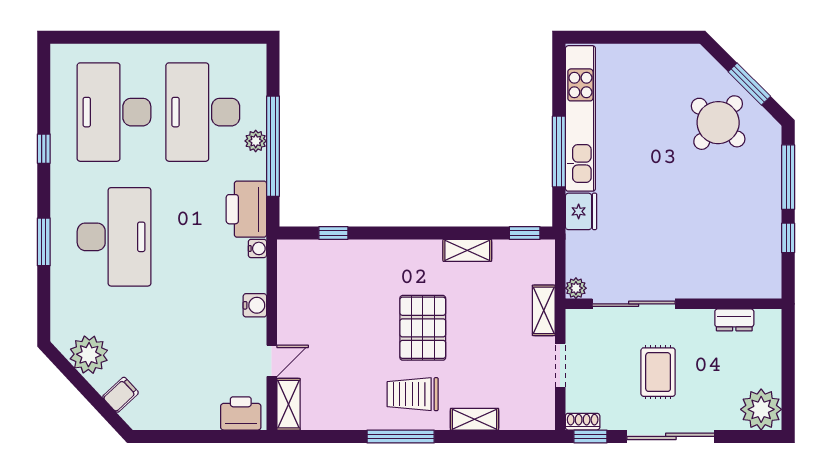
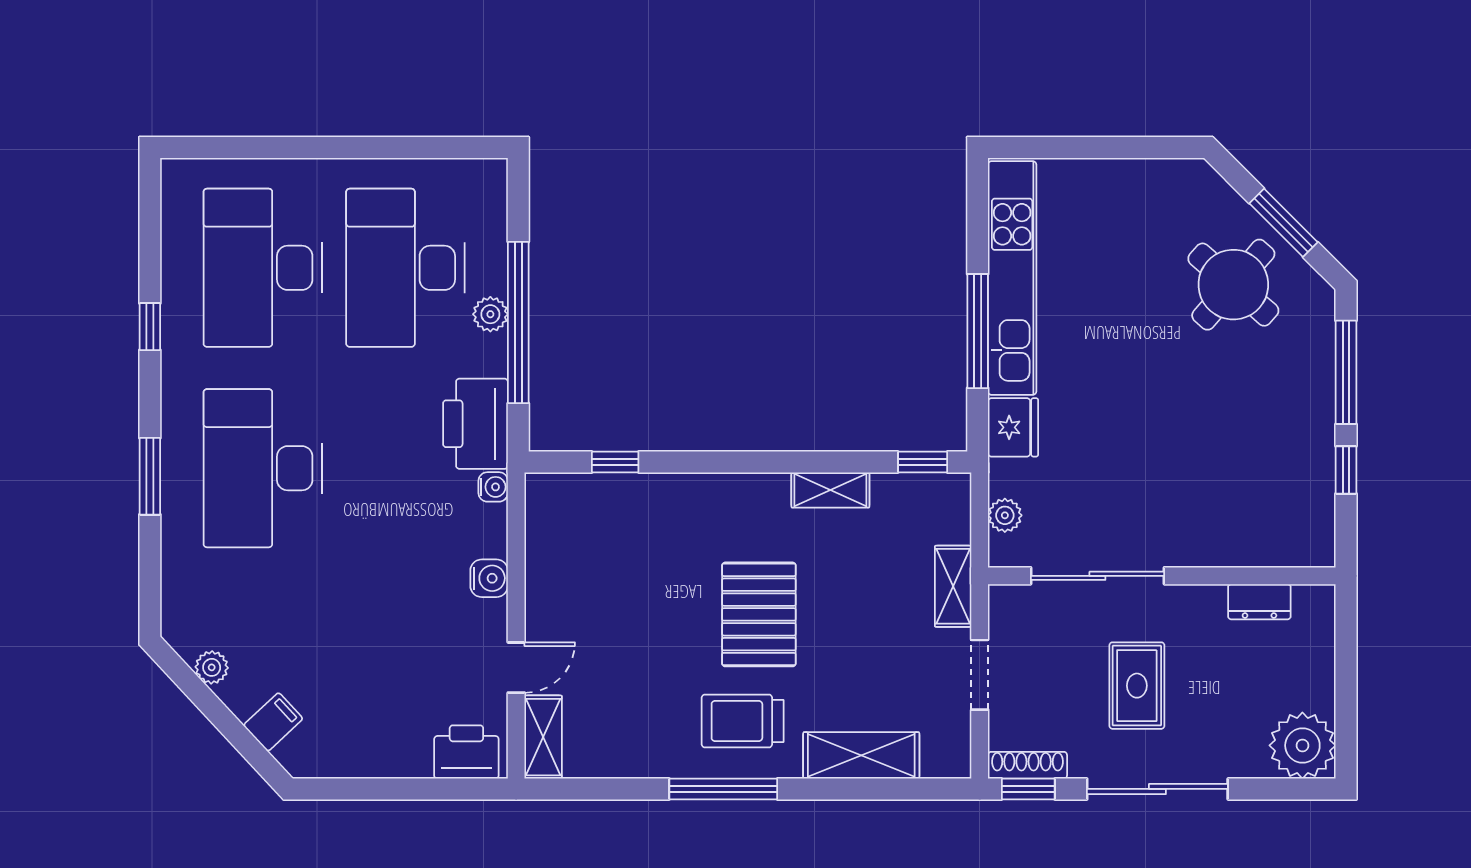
desk: (114, 237) -> (263, 468), turned 180
plant: (576, 288) -> (1005, 515), moved
plant: (89, 355) -> (212, 667), width x0.53, depth x0.53
shelving: (474, 419) -> (861, 755), width x1.50, depth x1.33
shoe rack: (583, 422) -> (1027, 765), width x1.43

